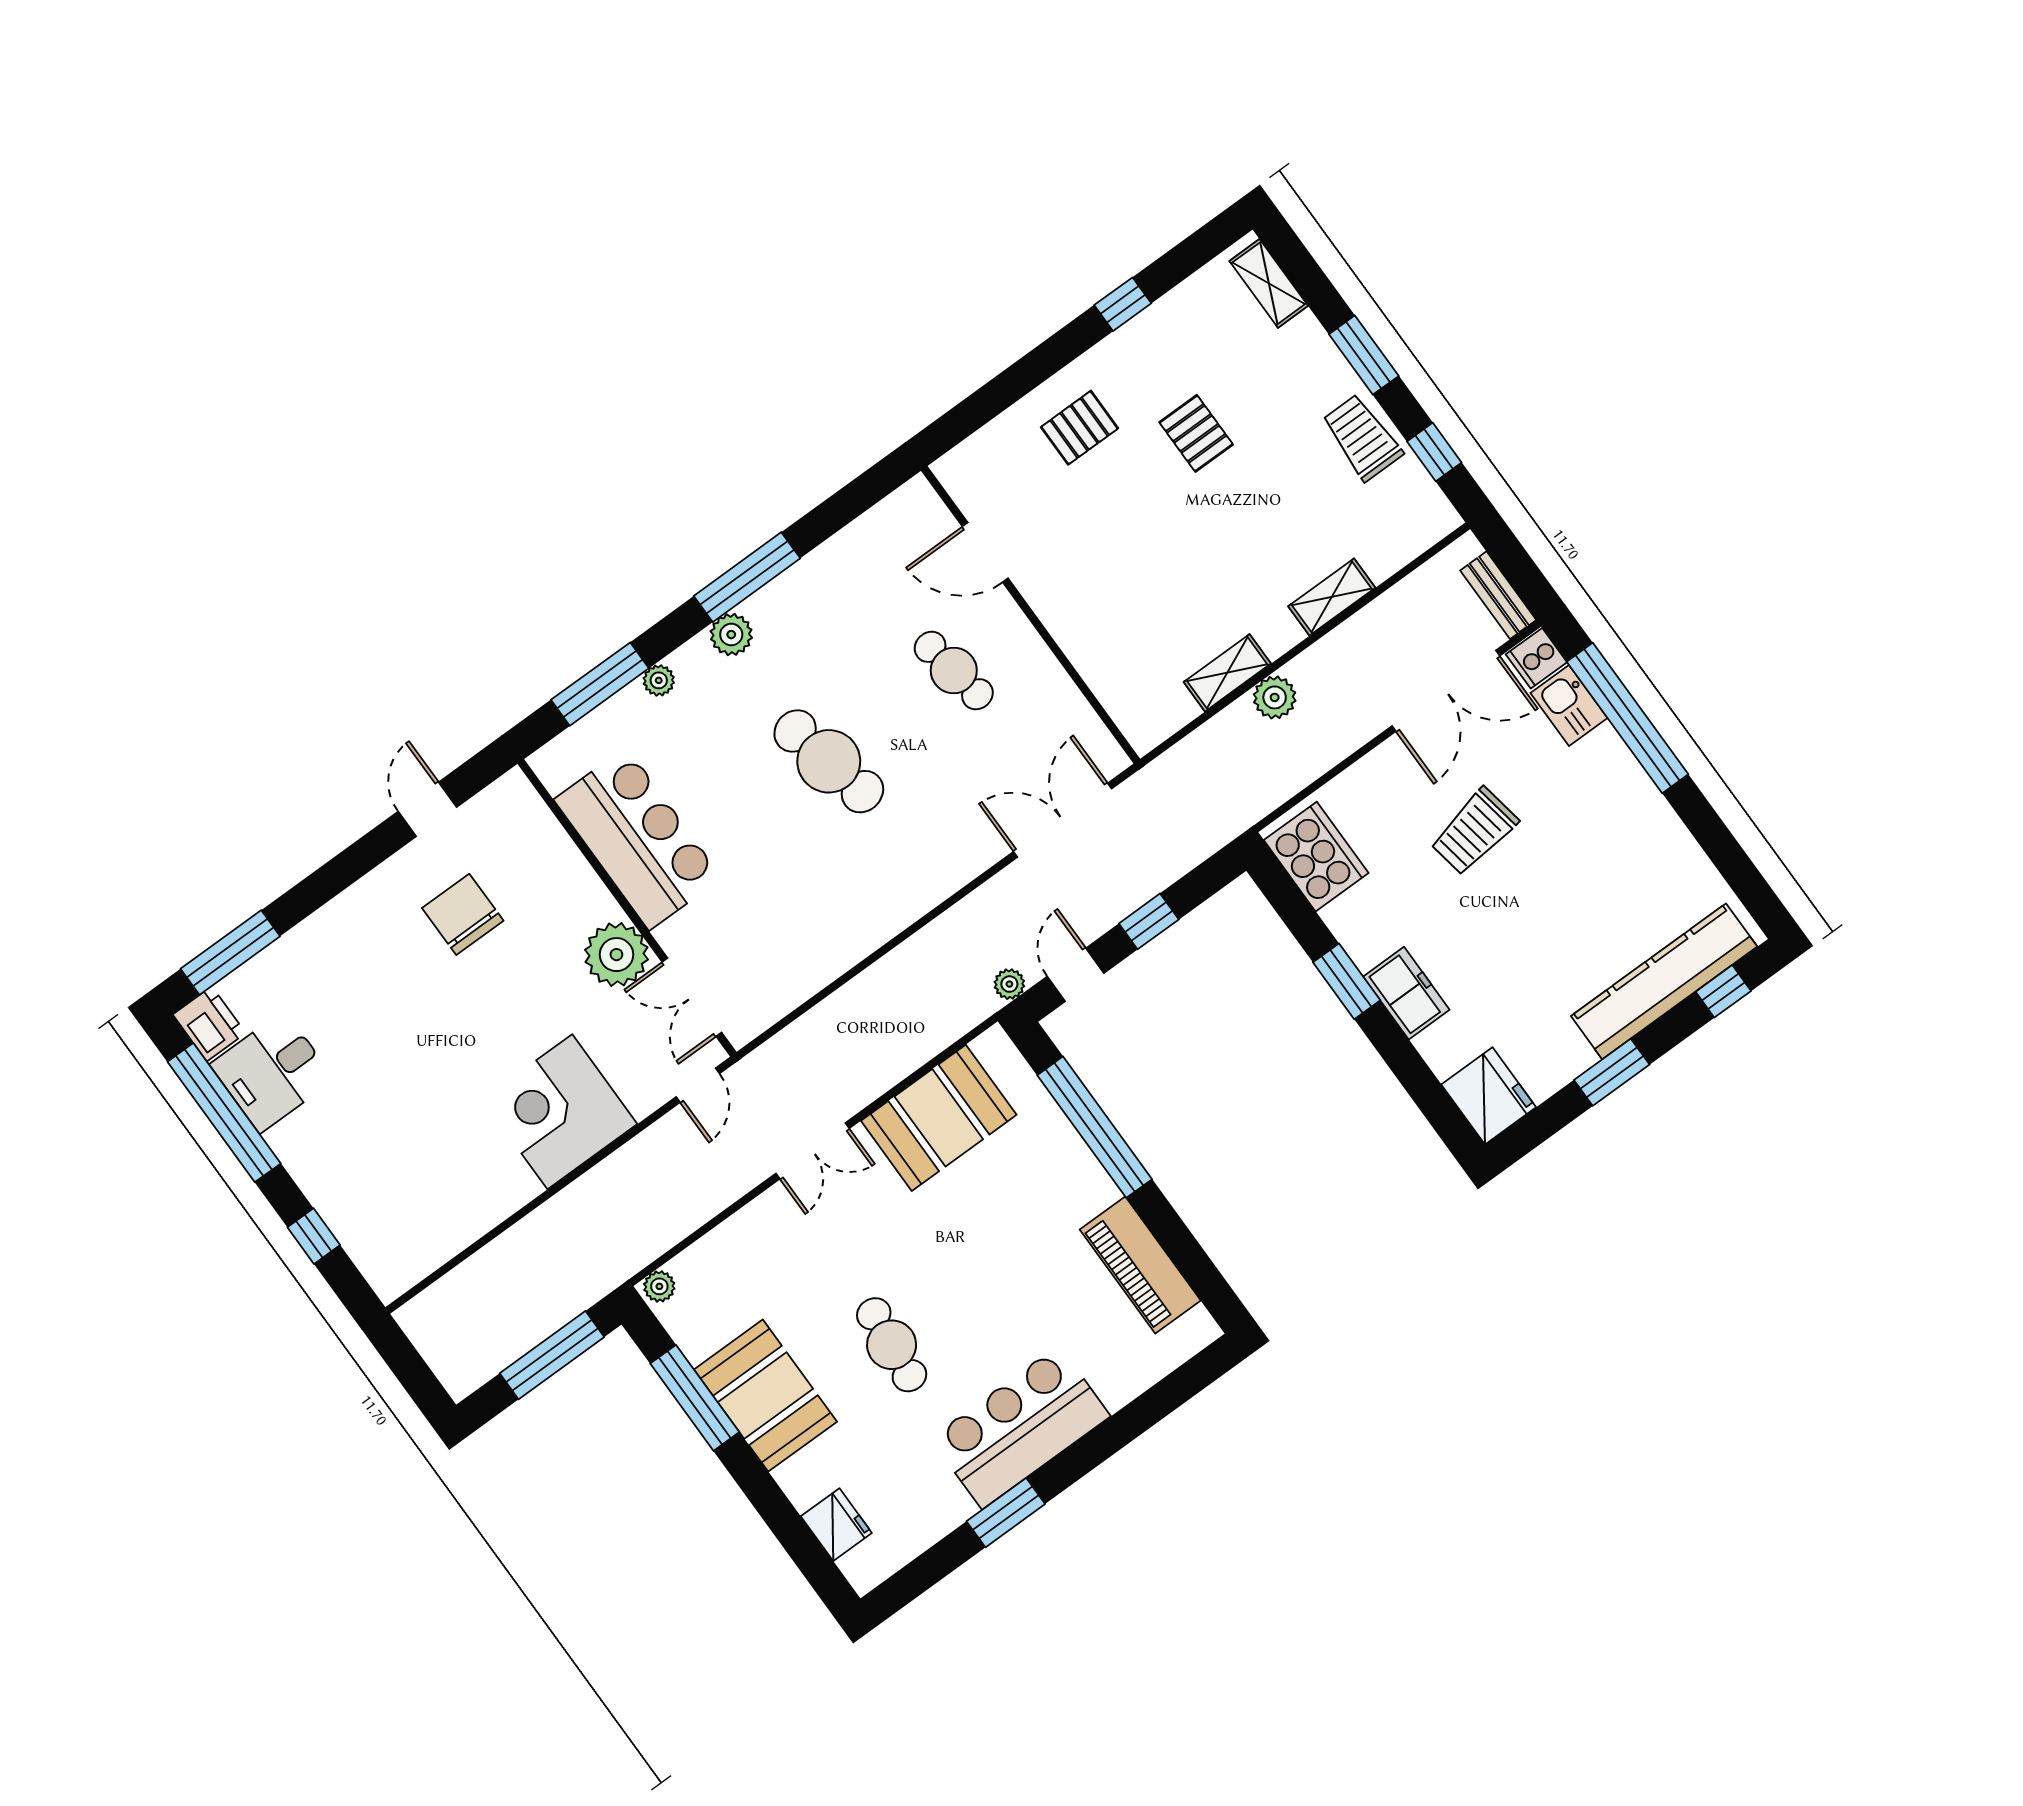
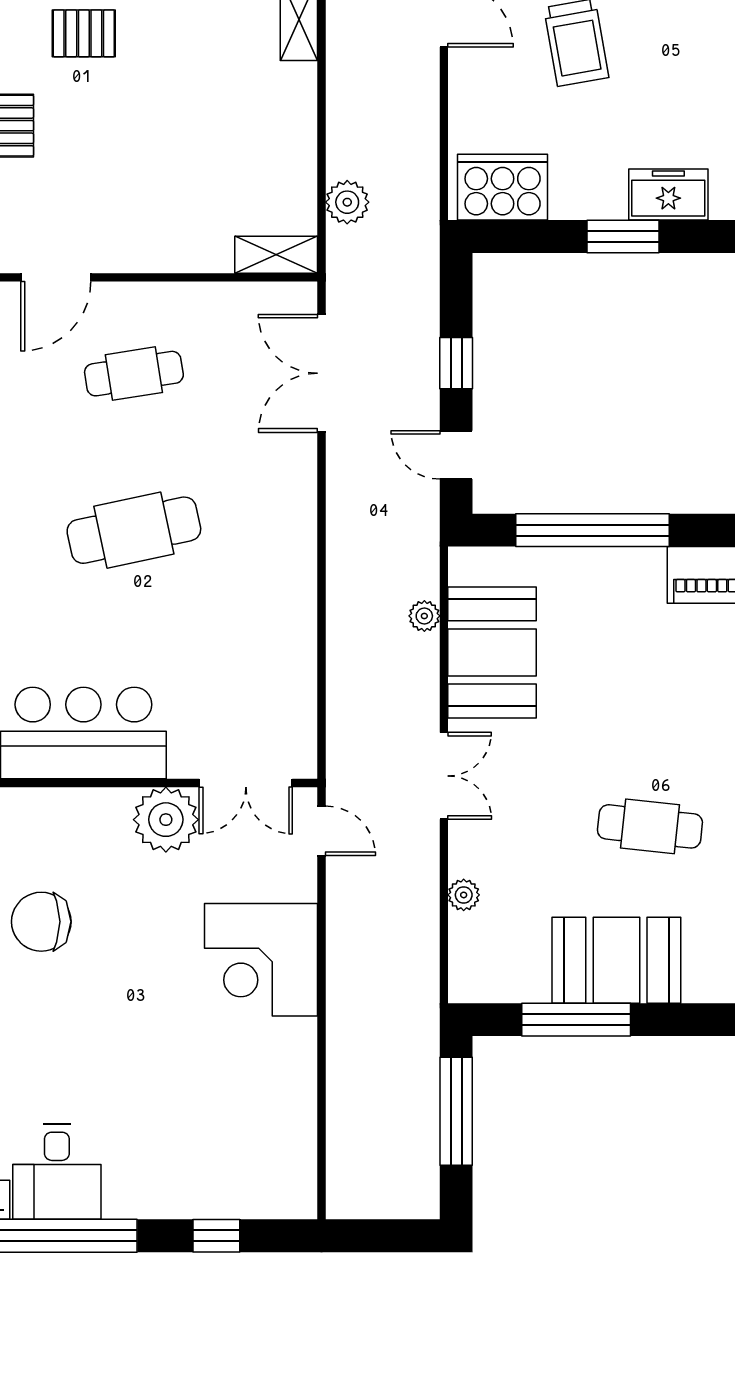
shelving: (1227, 673) -> (276, 255), moved, turned 90
plant: (1275, 697) -> (347, 202), moved
plant: (1009, 984) -> (424, 616), moved
plant: (659, 1286) -> (464, 895), moved

